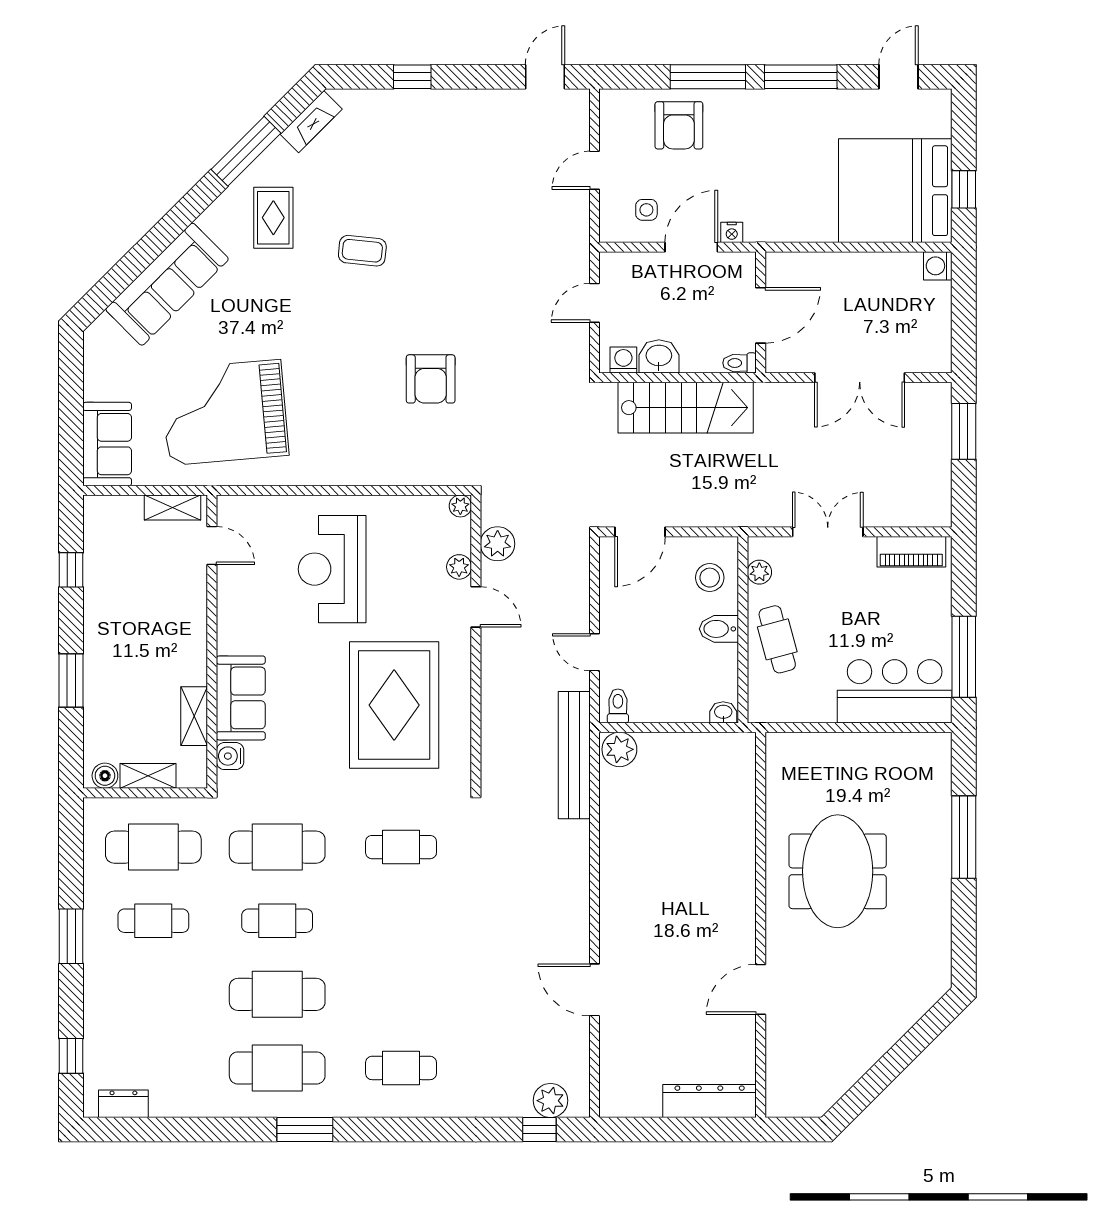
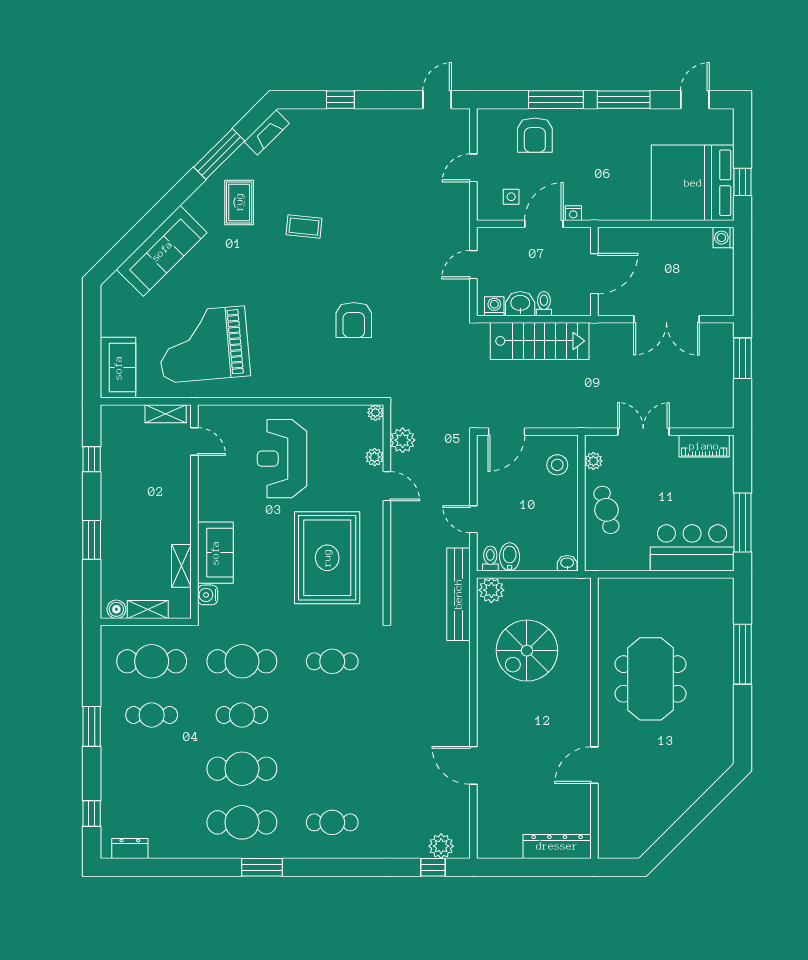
toilet: (739, 363) -> (544, 304), moved, turned 90
bidet: (719, 629) -> (510, 557), moved, turned 90
spiral stairs: (668, 832) -> (527, 651), added

